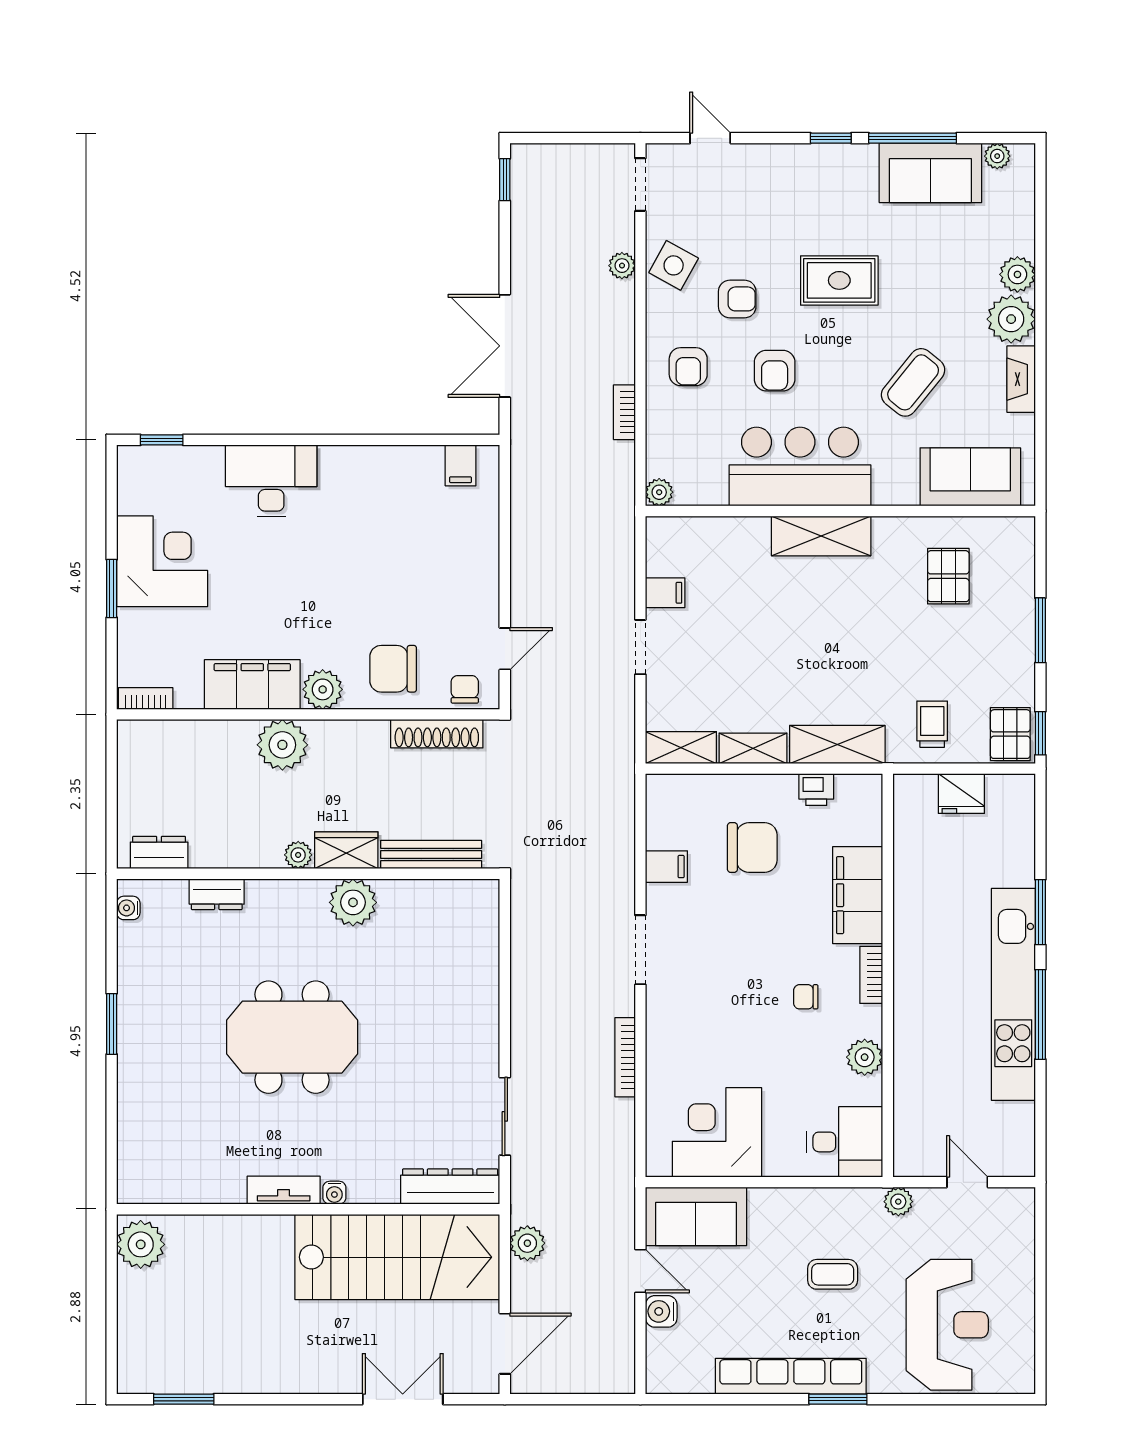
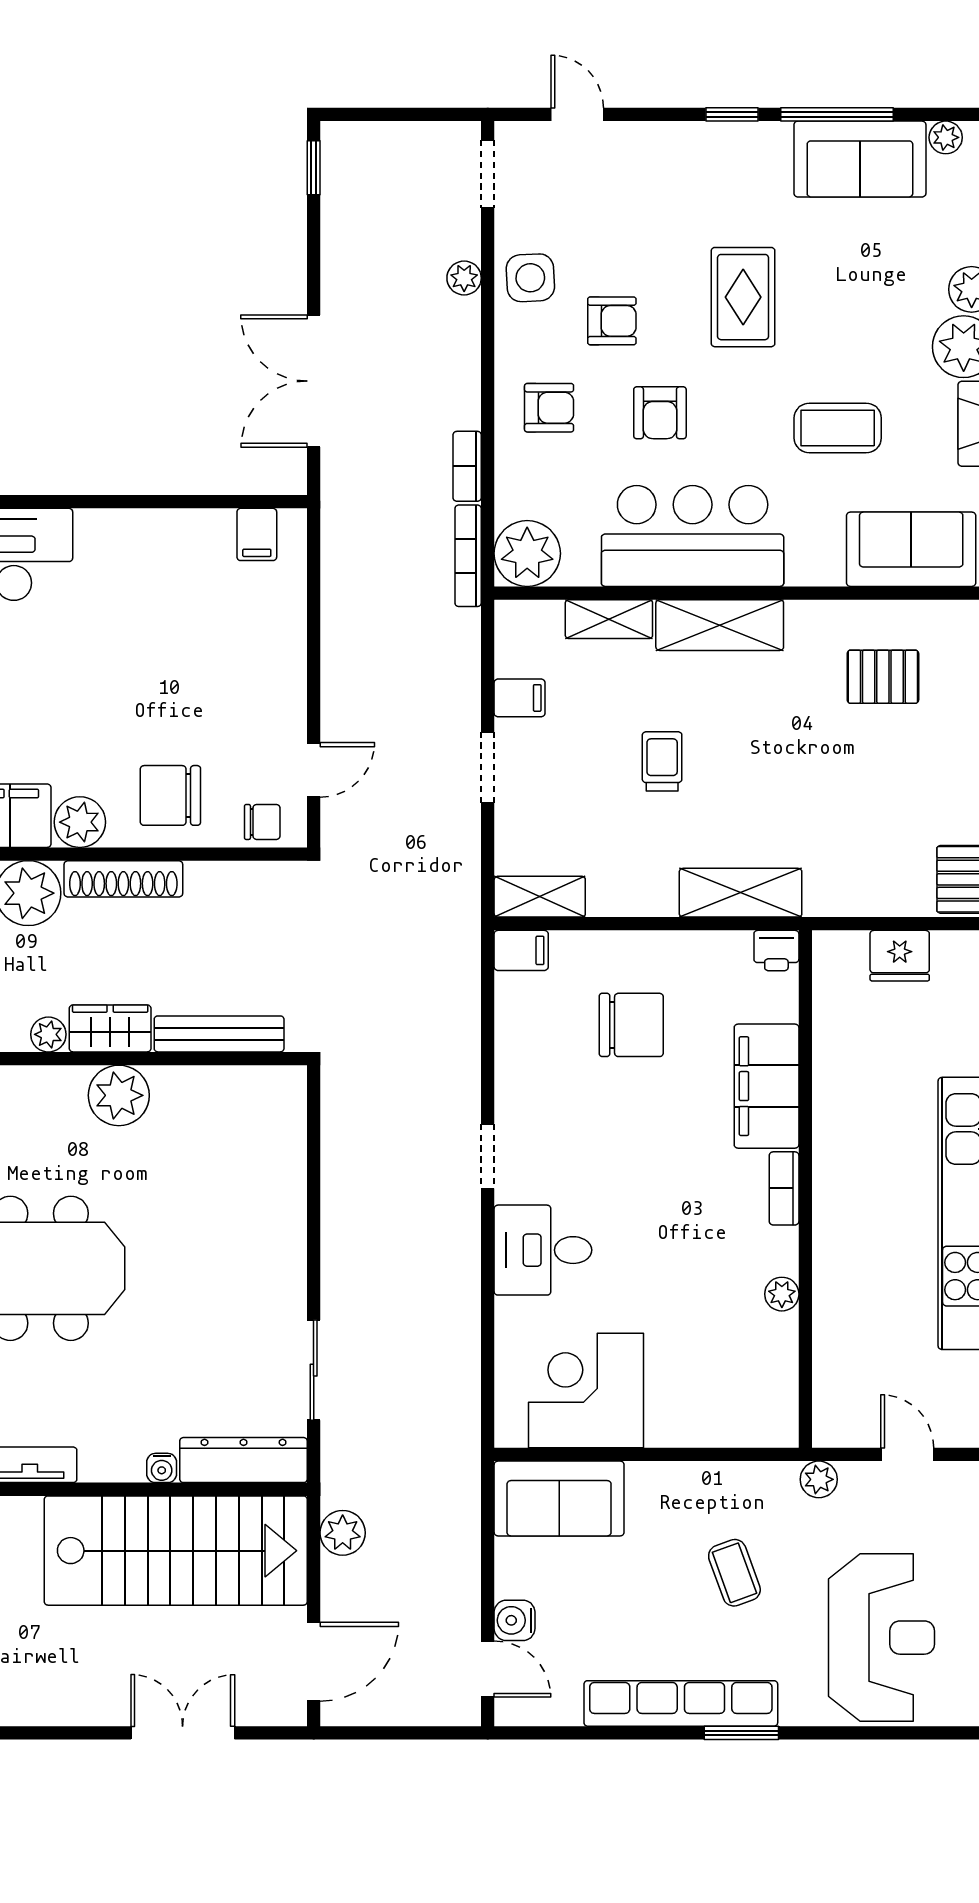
side table: (674, 265) -> (530, 278), turned -32
rug: (839, 280) -> (743, 297), turned 90
armchair: (688, 367) -> (549, 408), turned -90
coffee table: (913, 382) -> (838, 428), turned 51
plant: (659, 492) -> (527, 553), width x1.88, depth x1.88
pallet: (948, 576) -> (883, 677), turned 90
chair: (465, 689) -> (262, 822), turned 90
trolley: (932, 724) -> (662, 761), moved
shoe rack: (437, 734) -> (123, 879), moved
shelving: (753, 748) -> (609, 619), moved
printer: (816, 790) -> (776, 951), moved
filing cabinet: (666, 867) -> (521, 950), moved
doorway: (640, 950) -> (488, 1156), width x0.73
chair: (806, 997) -> (700, 1217), removed
bookcase: (625, 1057) -> (468, 556), moved
plant: (865, 1057) -> (782, 1294), width x0.73, depth x0.73
desk: (845, 1142) -> (543, 1250), moved, turned 180
water cooler: (334, 1193) -> (162, 1468), moved
door: (640, 1271) -> (488, 1669), moved
coffee table: (833, 1274) -> (734, 1573), turned 70

